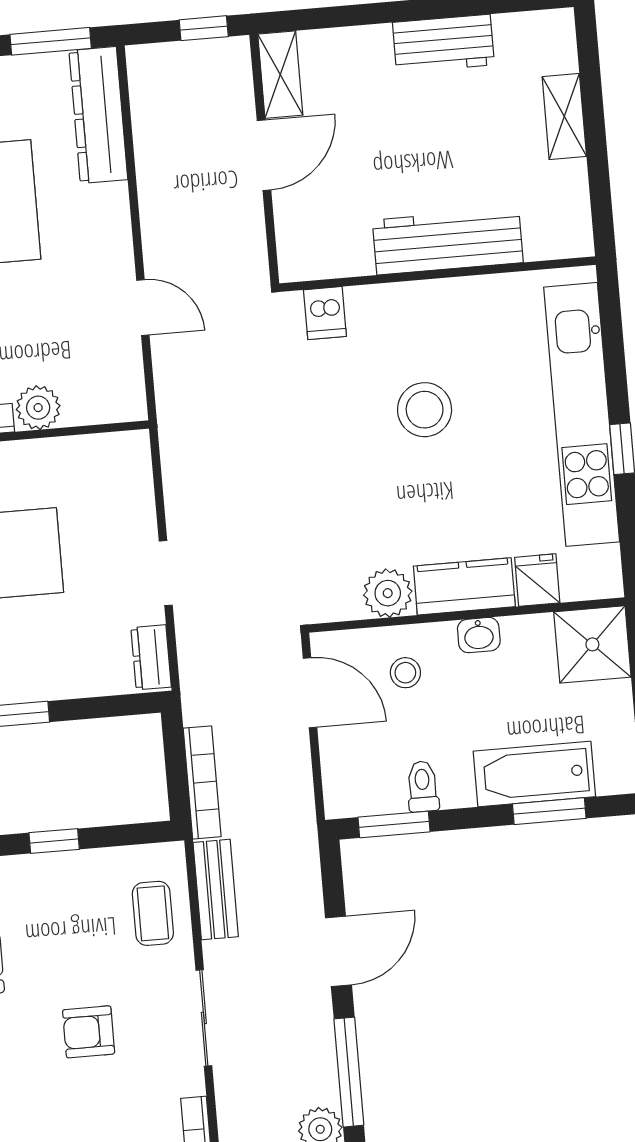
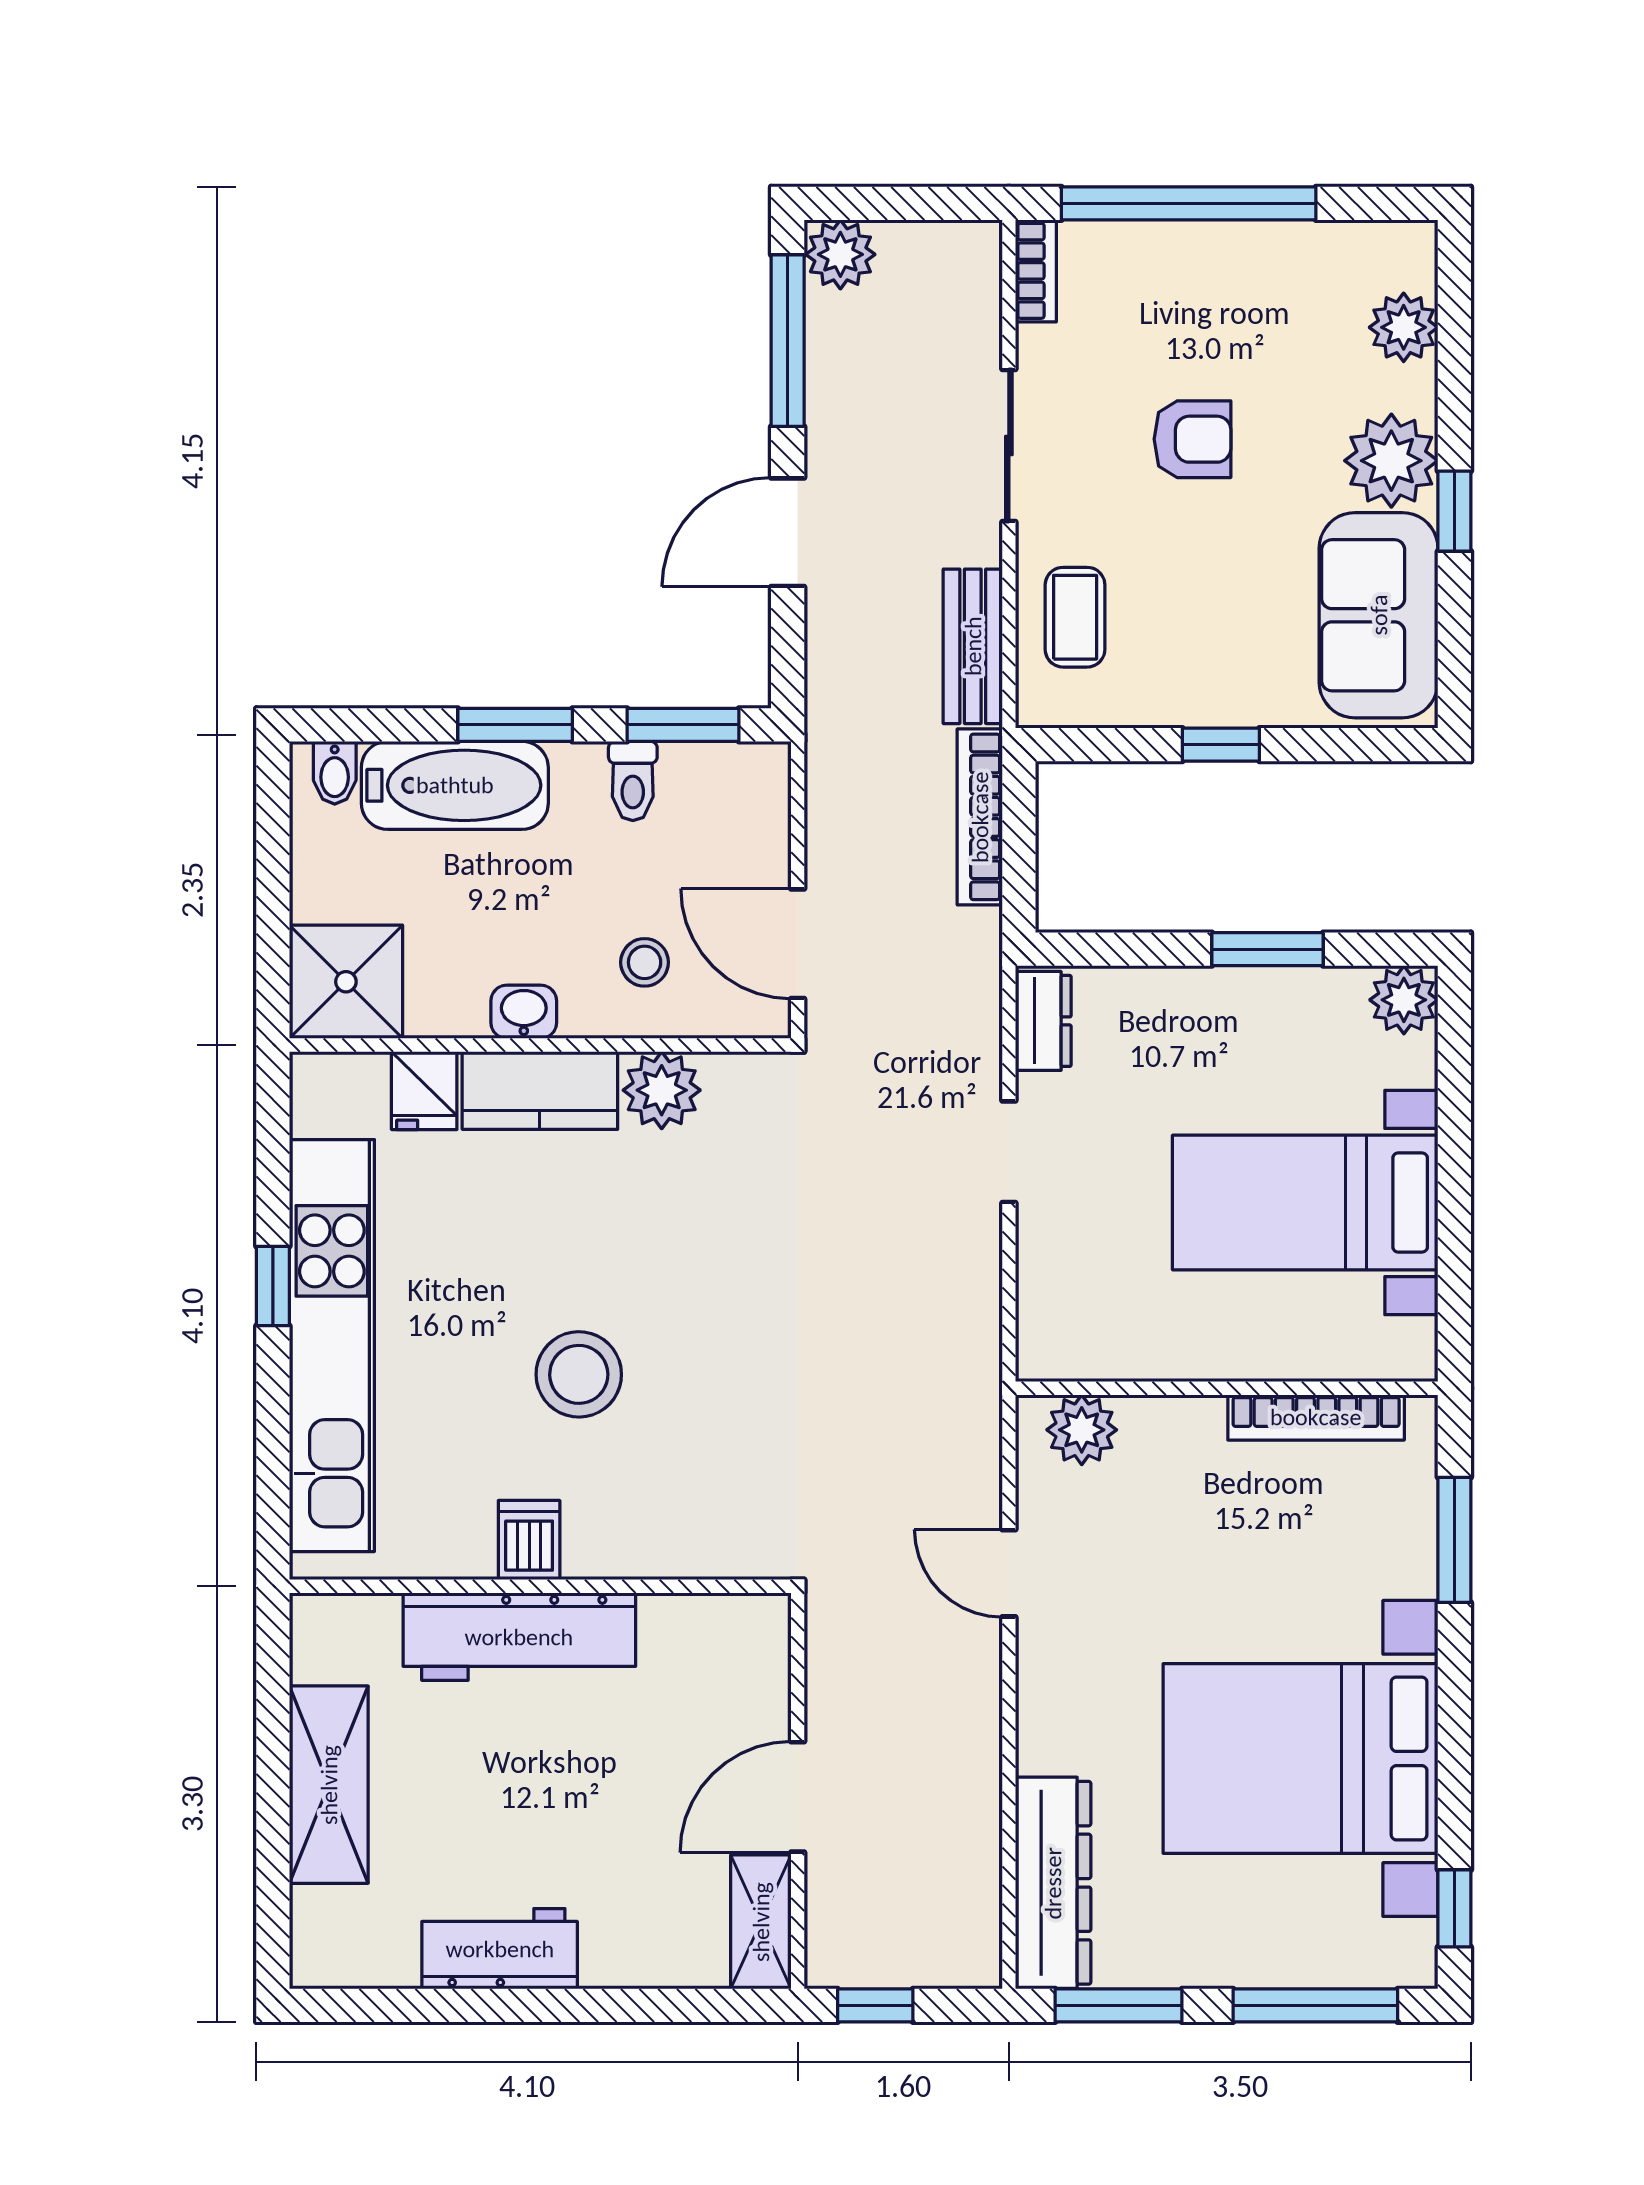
shelving: (564, 117) -> (329, 1785), width x1.50, depth x1.33
dishwasher: (325, 313) -> (529, 1540), moved
plant: (38, 408) -> (1082, 1430), moved
bidet: (611, 775) -> (335, 773), added
window: (549, 811) -> (515, 725), moved

